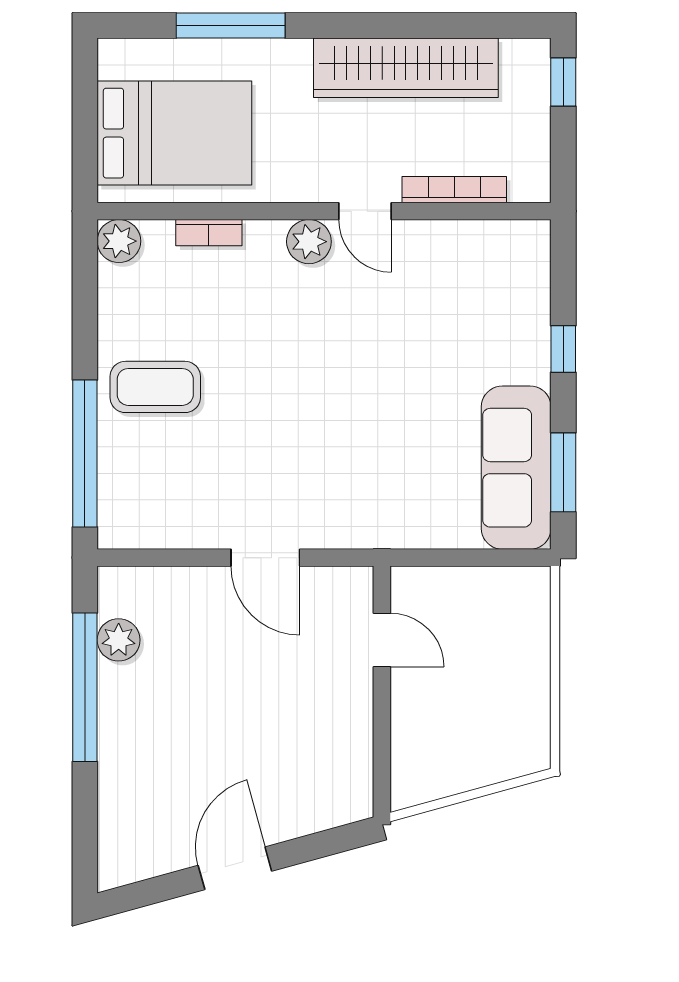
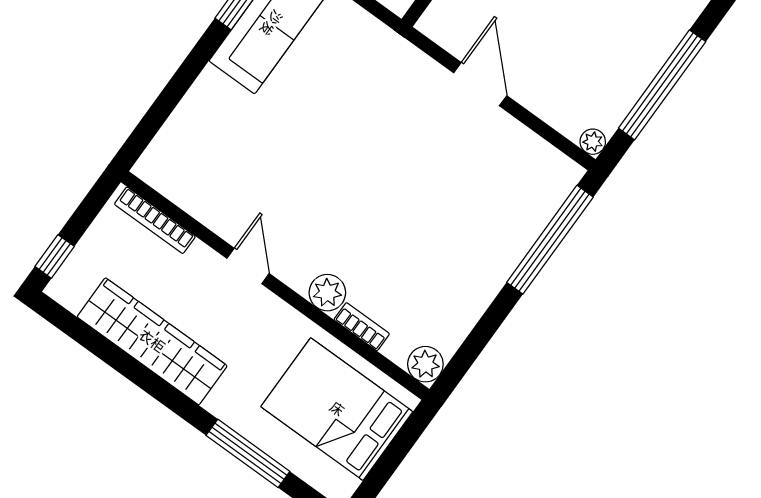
bookcase: (454, 190) -> (155, 220), moved
plant: (309, 242) -> (327, 293), moved
window: (563, 349) -> (183, 80), removed
coffee table: (155, 387) -> (471, 250), removed
plant: (119, 640) -> (593, 142), moved, width x0.73, depth x0.73

